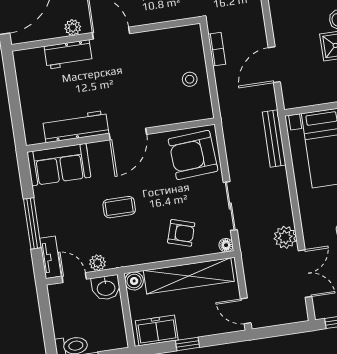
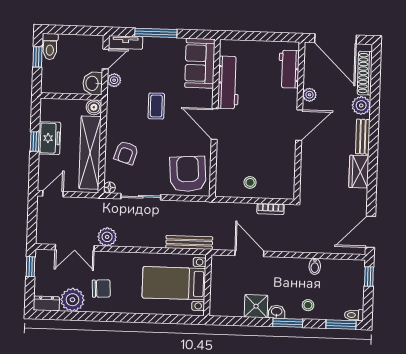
workbench: (68, 54) -> (289, 69), moved
freezer: (157, 330) -> (50, 138), moved

